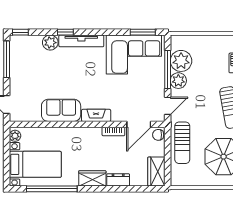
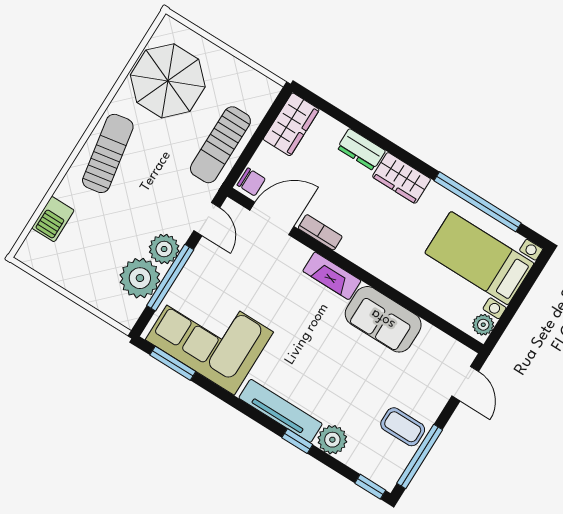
coffee table: (22, 68) -> (403, 427), added
door: (168, 106) -> (207, 219), swing flipped
sun lounger: (182, 143) -> (220, 145), turned 180

